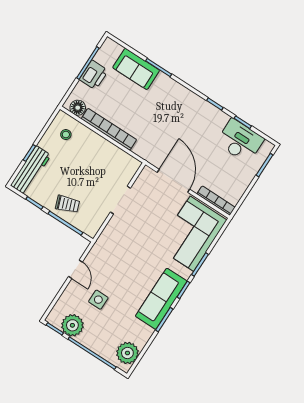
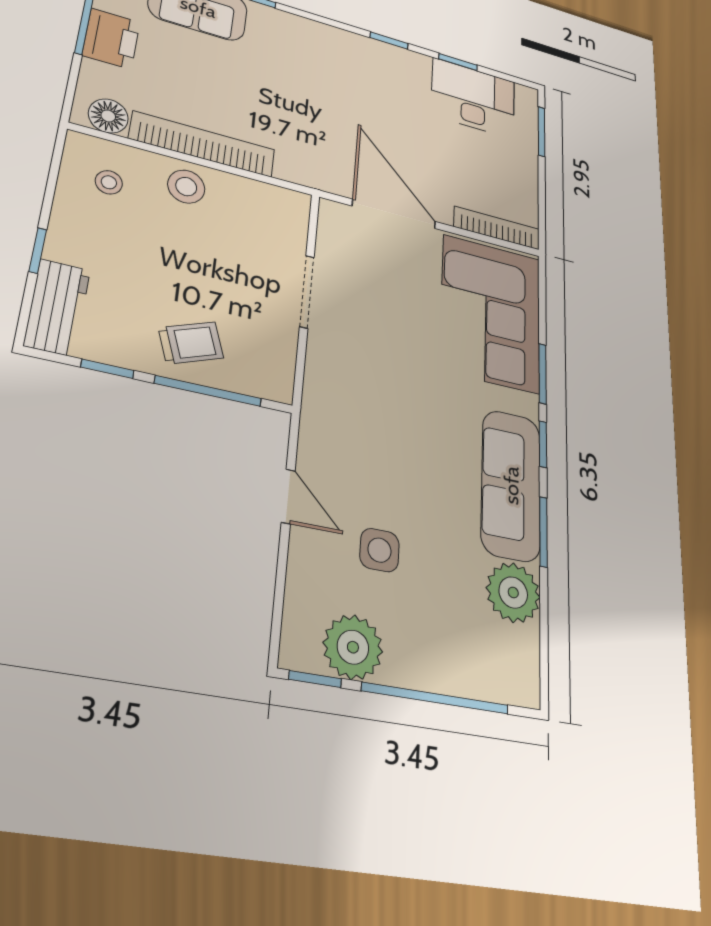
stool: (94, 145) -> (186, 187), added
workbench: (31, 170) -> (57, 307), width x0.73
plant: (127, 353) -> (513, 593), moved

